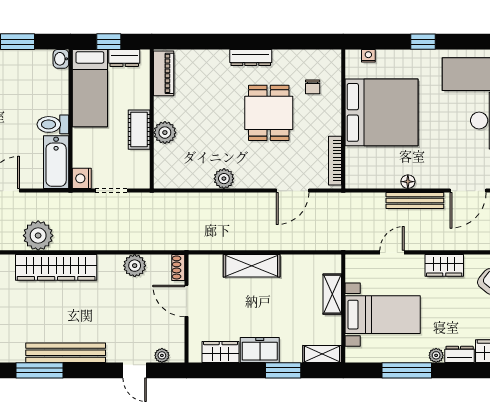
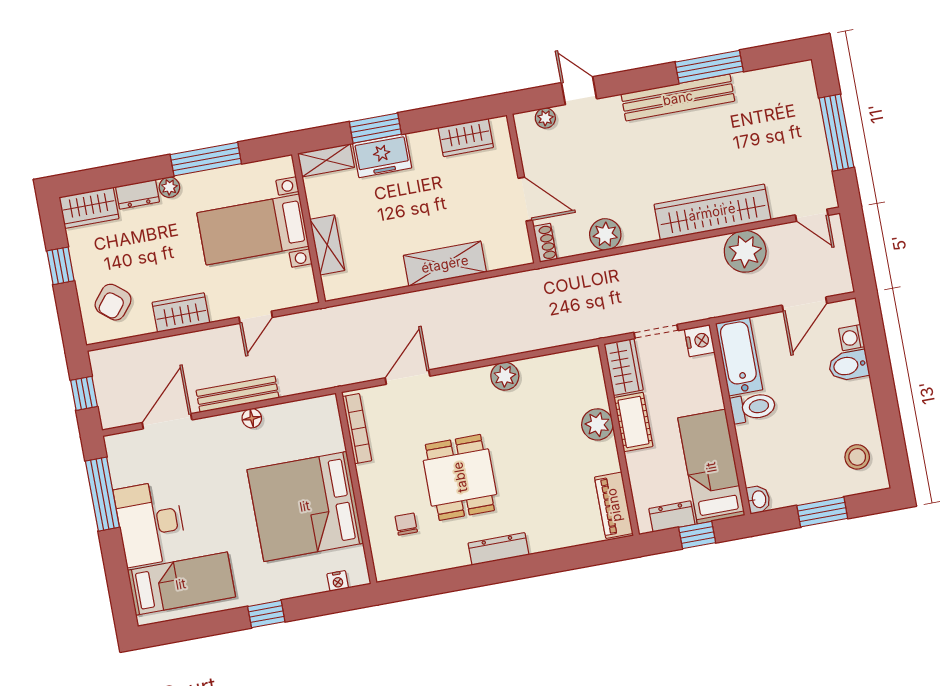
wardrobe: (139, 170) -> (624, 367), added
freezer: (260, 350) -> (382, 156), moved

